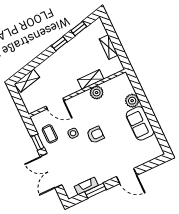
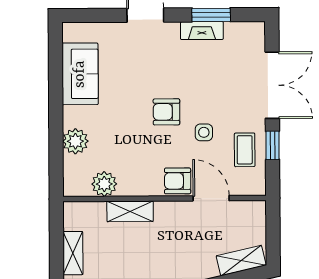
plant: (97, 93) -> (104, 184), moved
armchair: (75, 104) -> (178, 181), added
sofa: (140, 123) -> (80, 74), moved
fireplace: (86, 186) -> (202, 31), moved

